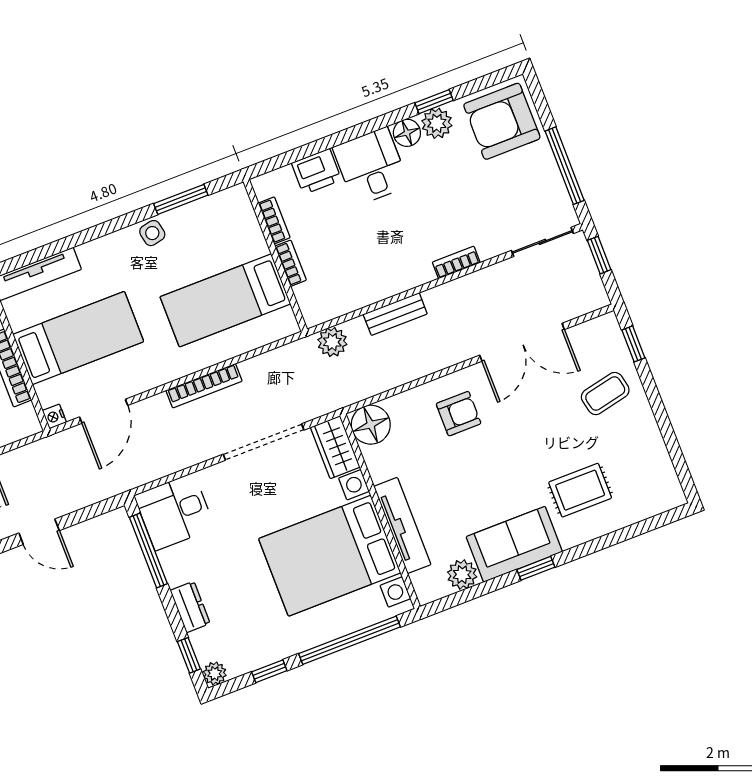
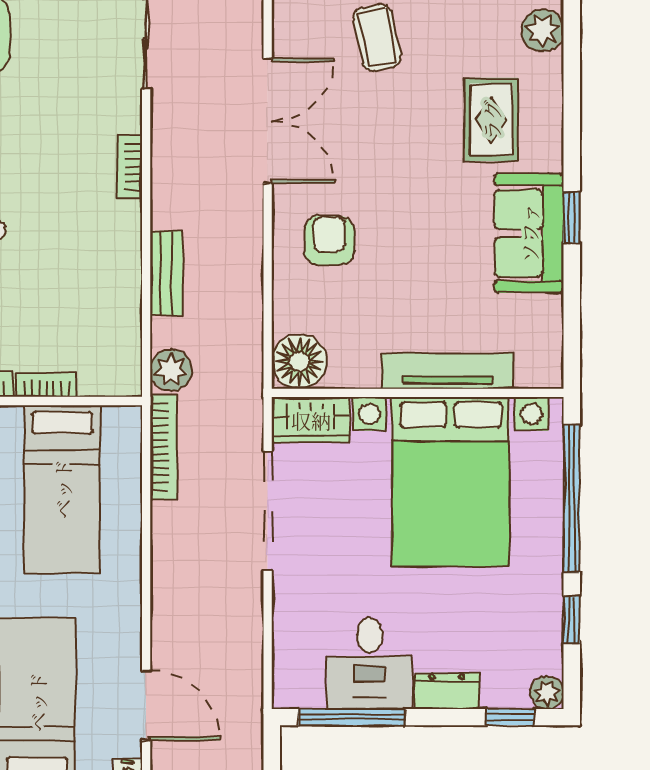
bookcase: (204, 386) -> (164, 447), moved
desk: (174, 512) -> (369, 663), moved
plant: (462, 575) -> (542, 30), moved

